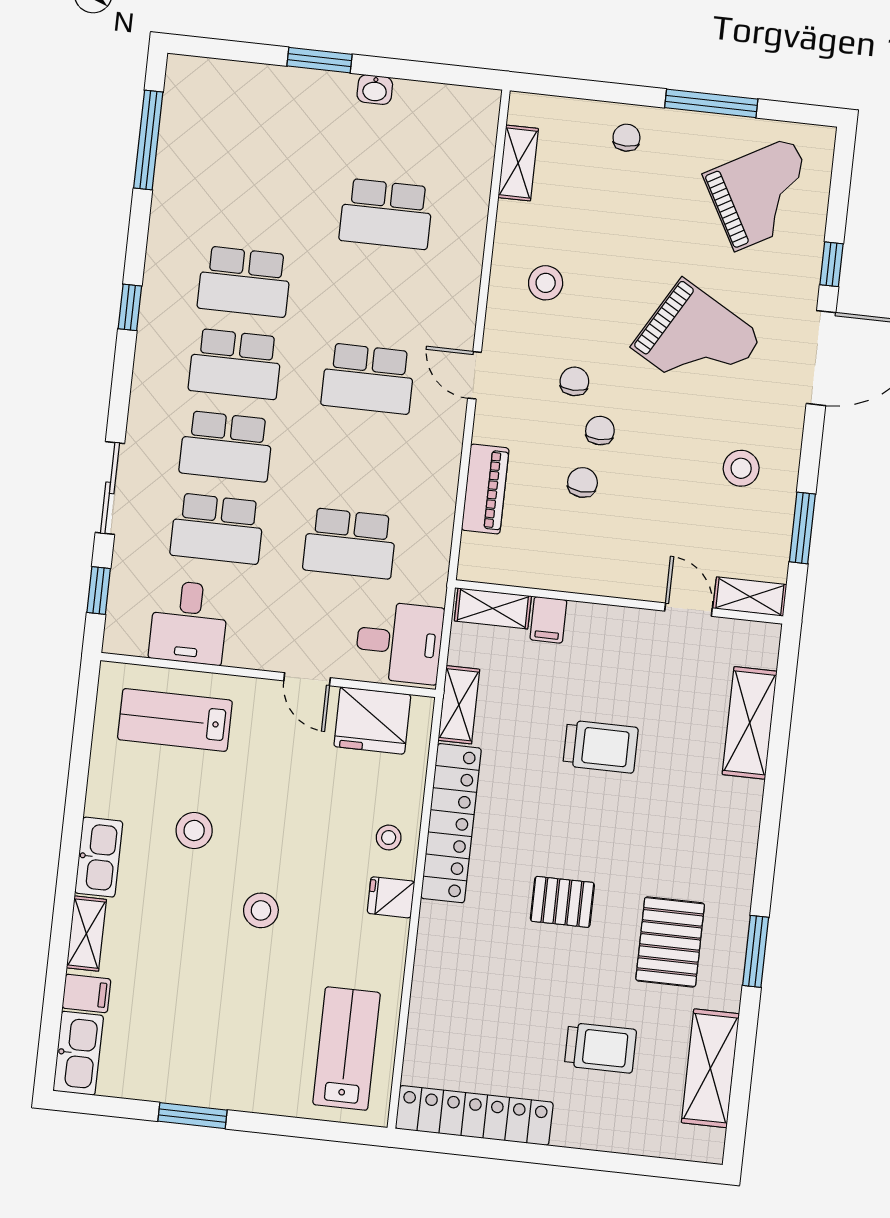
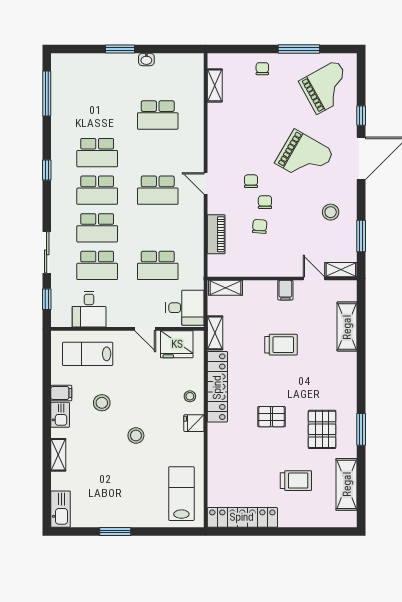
stool: (546, 283) -> (233, 138), removed
filing cabinet: (548, 620) -> (285, 290), moved
kitchen sink: (99, 857) -> (60, 415), width x0.73
filing cabinet: (86, 993) -> (61, 393), moved

